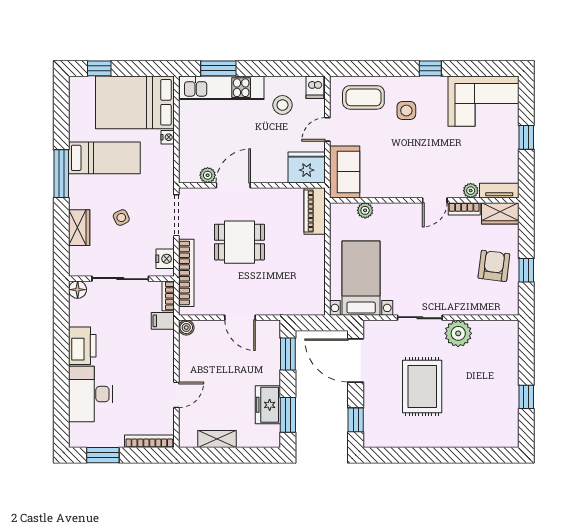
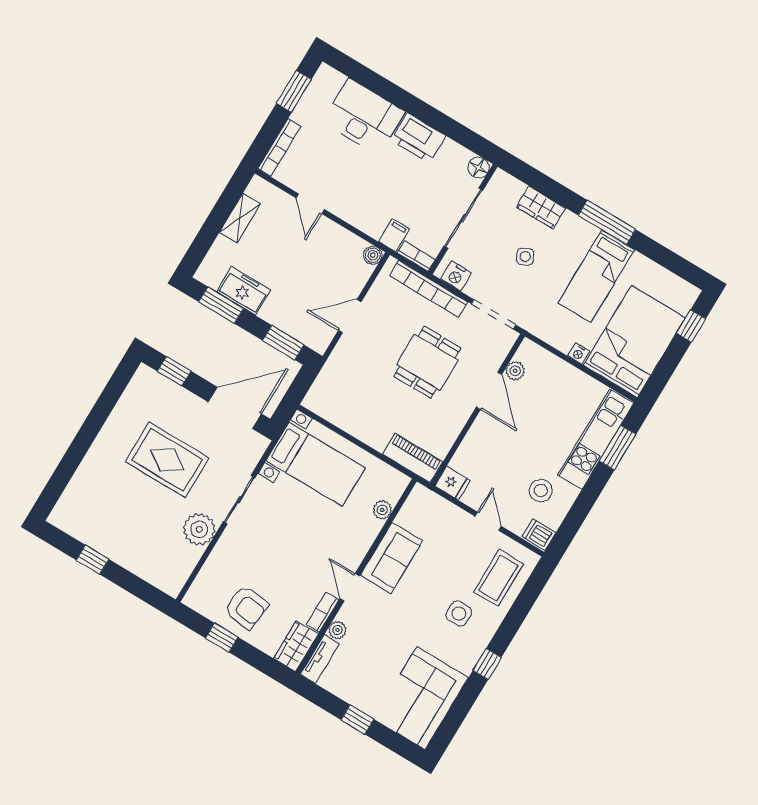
fridge: (307, 168) -> (453, 483), width x0.53, depth x0.75
sofa: (345, 172) -> (391, 558), moved, turned -90

